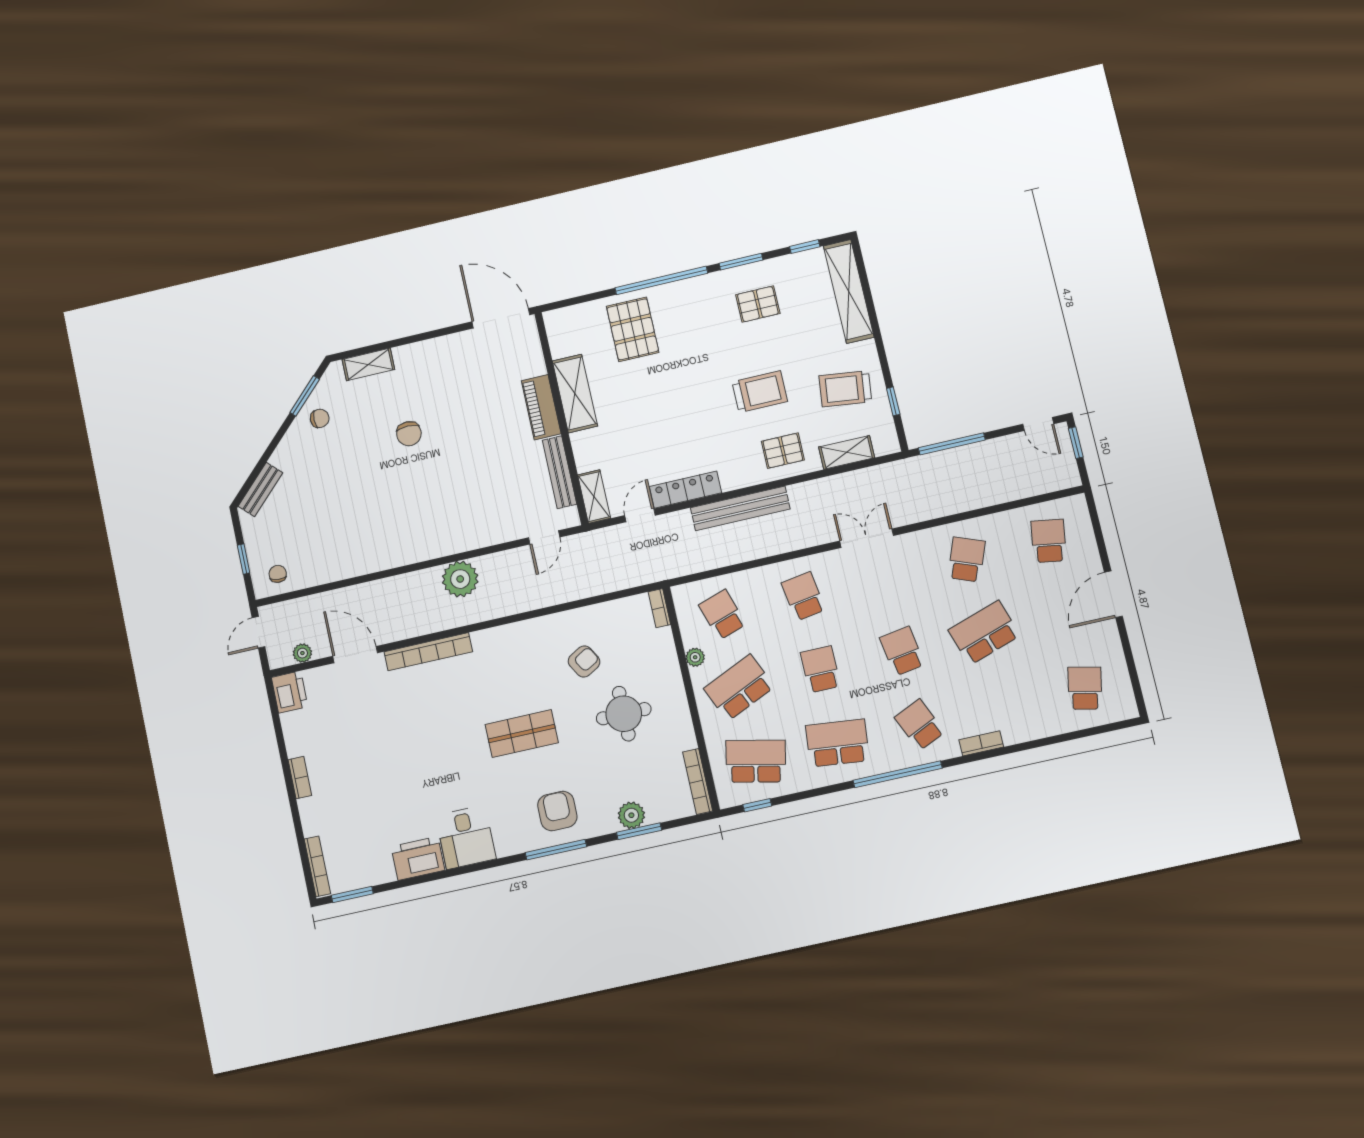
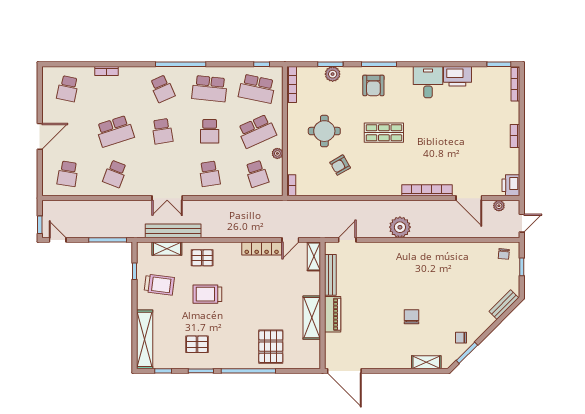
bench: (740, 508) -> (173, 231), moved
bookcase: (981, 743) -> (107, 71), moved

